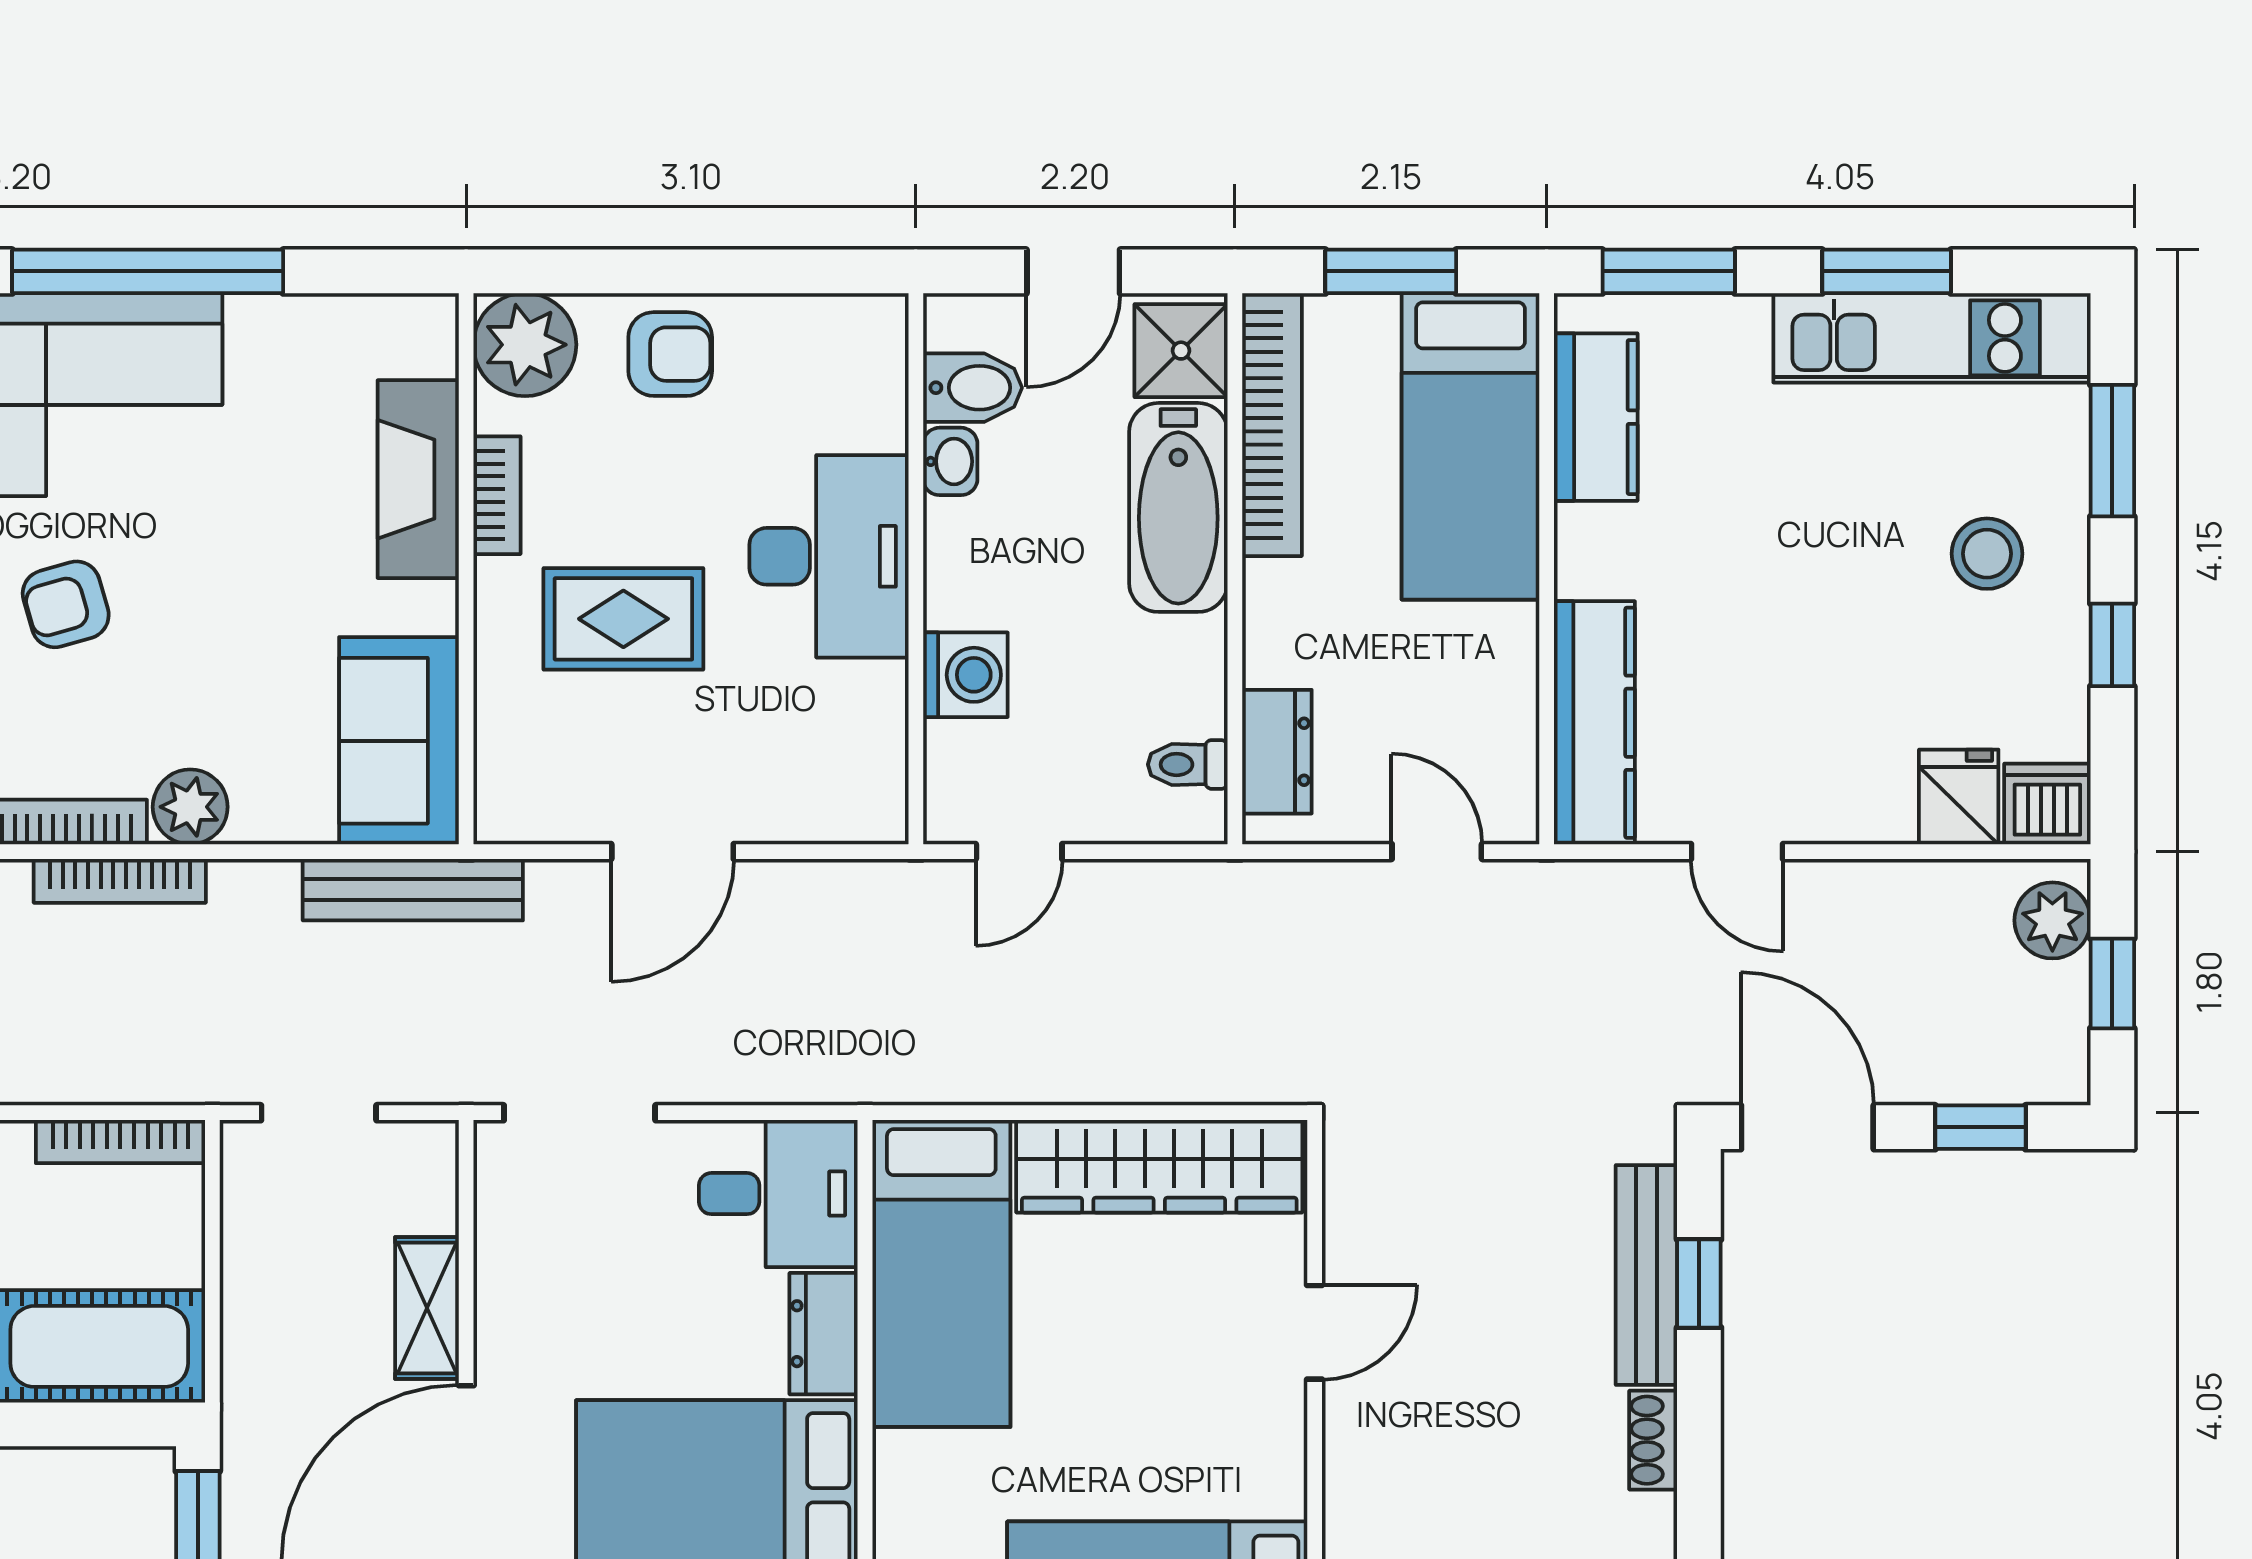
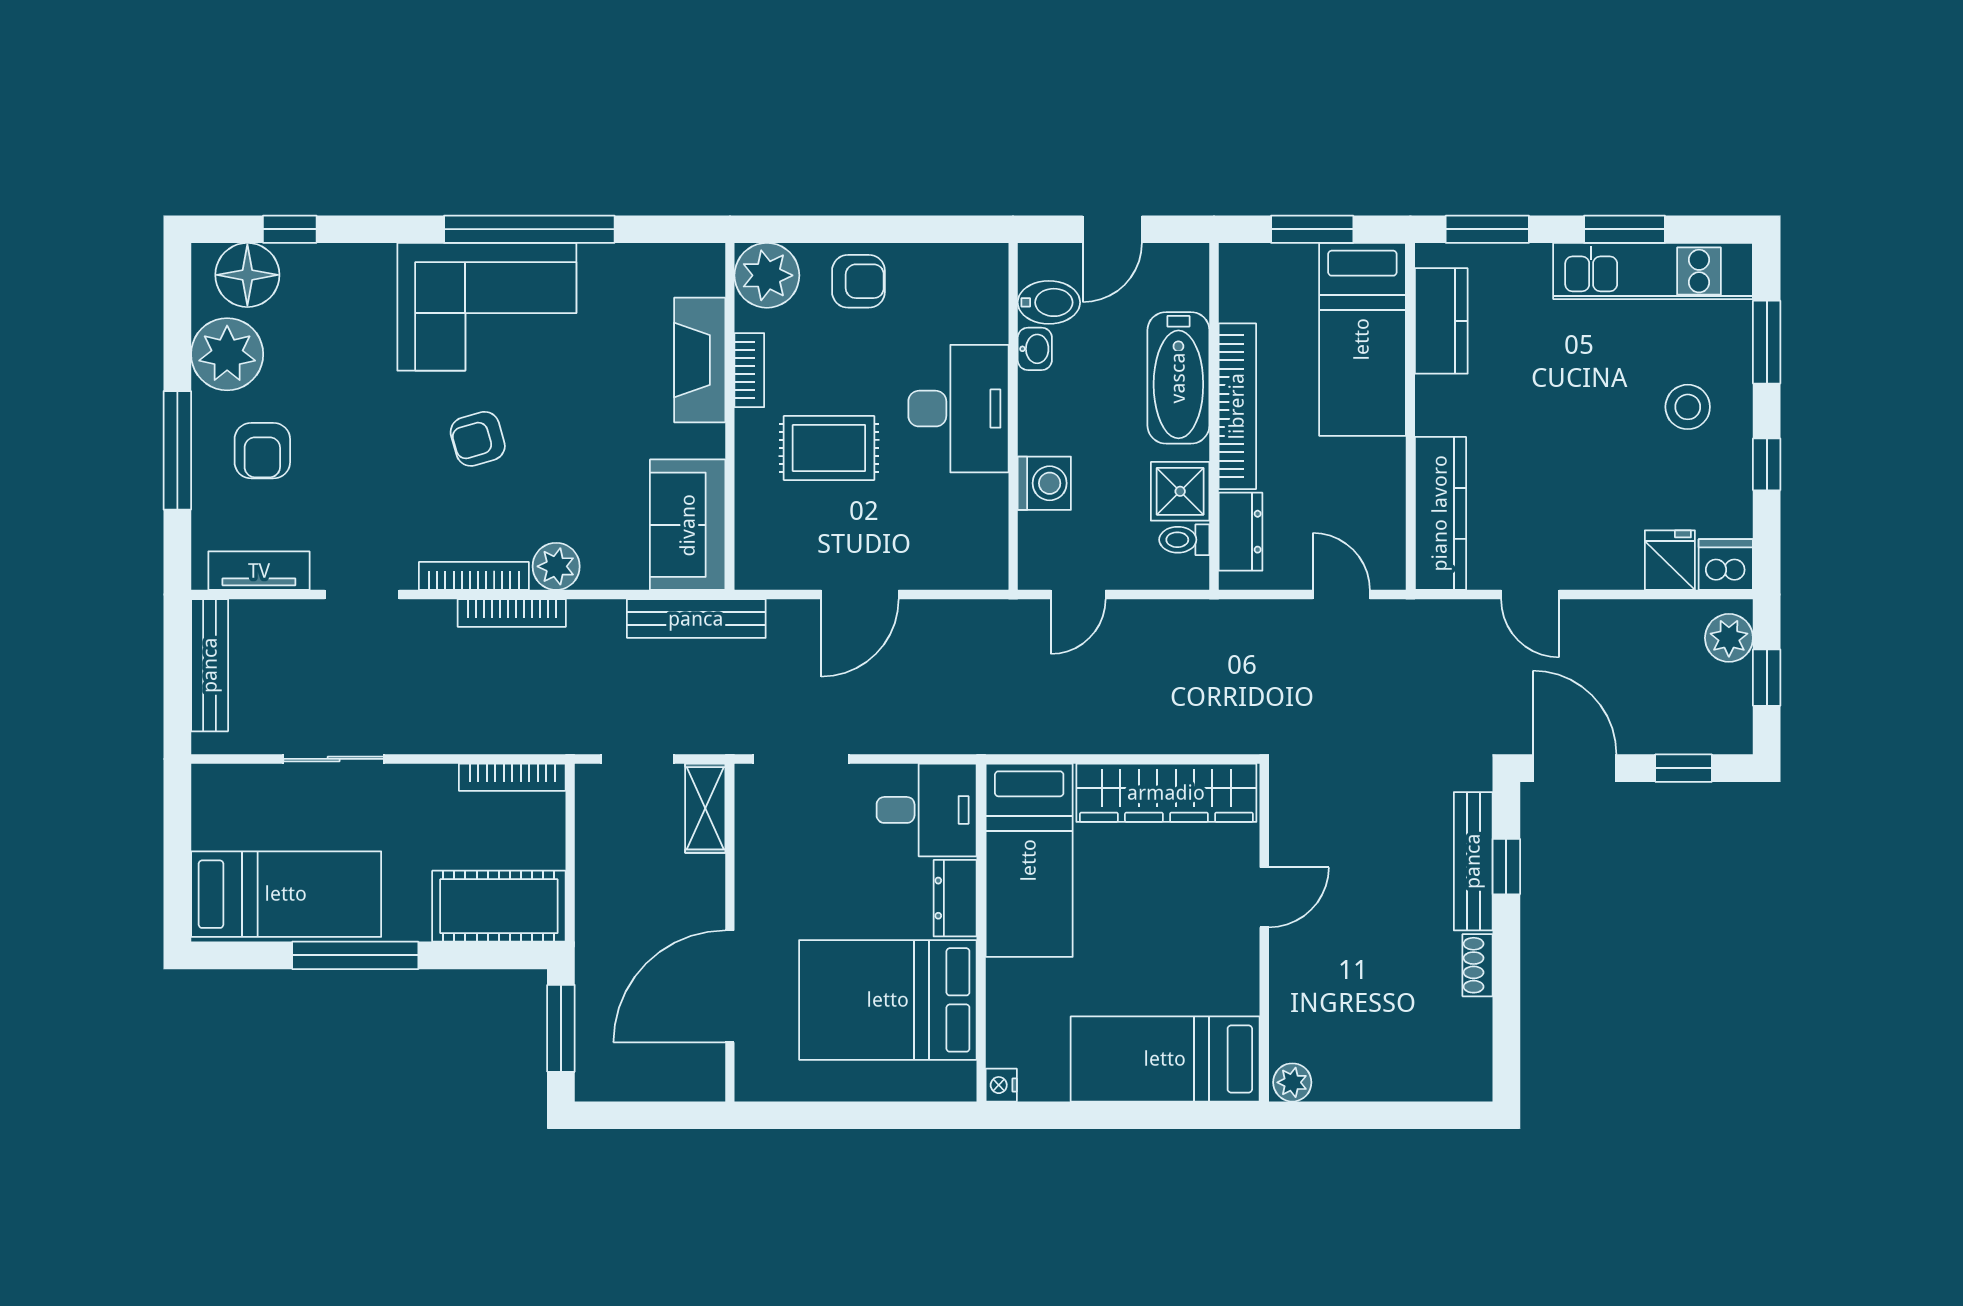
shower: (1181, 351) -> (1180, 491), moved
bookcase: (1272, 425) -> (1237, 406), moved
shelving: (427, 1308) -> (705, 808), moved

